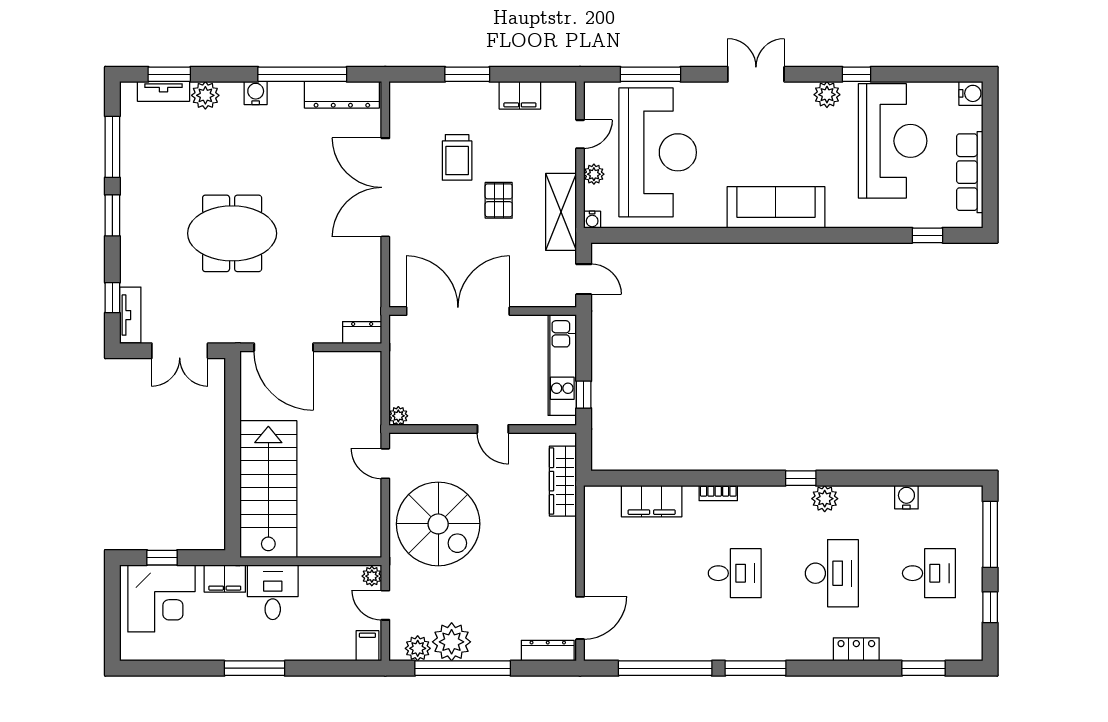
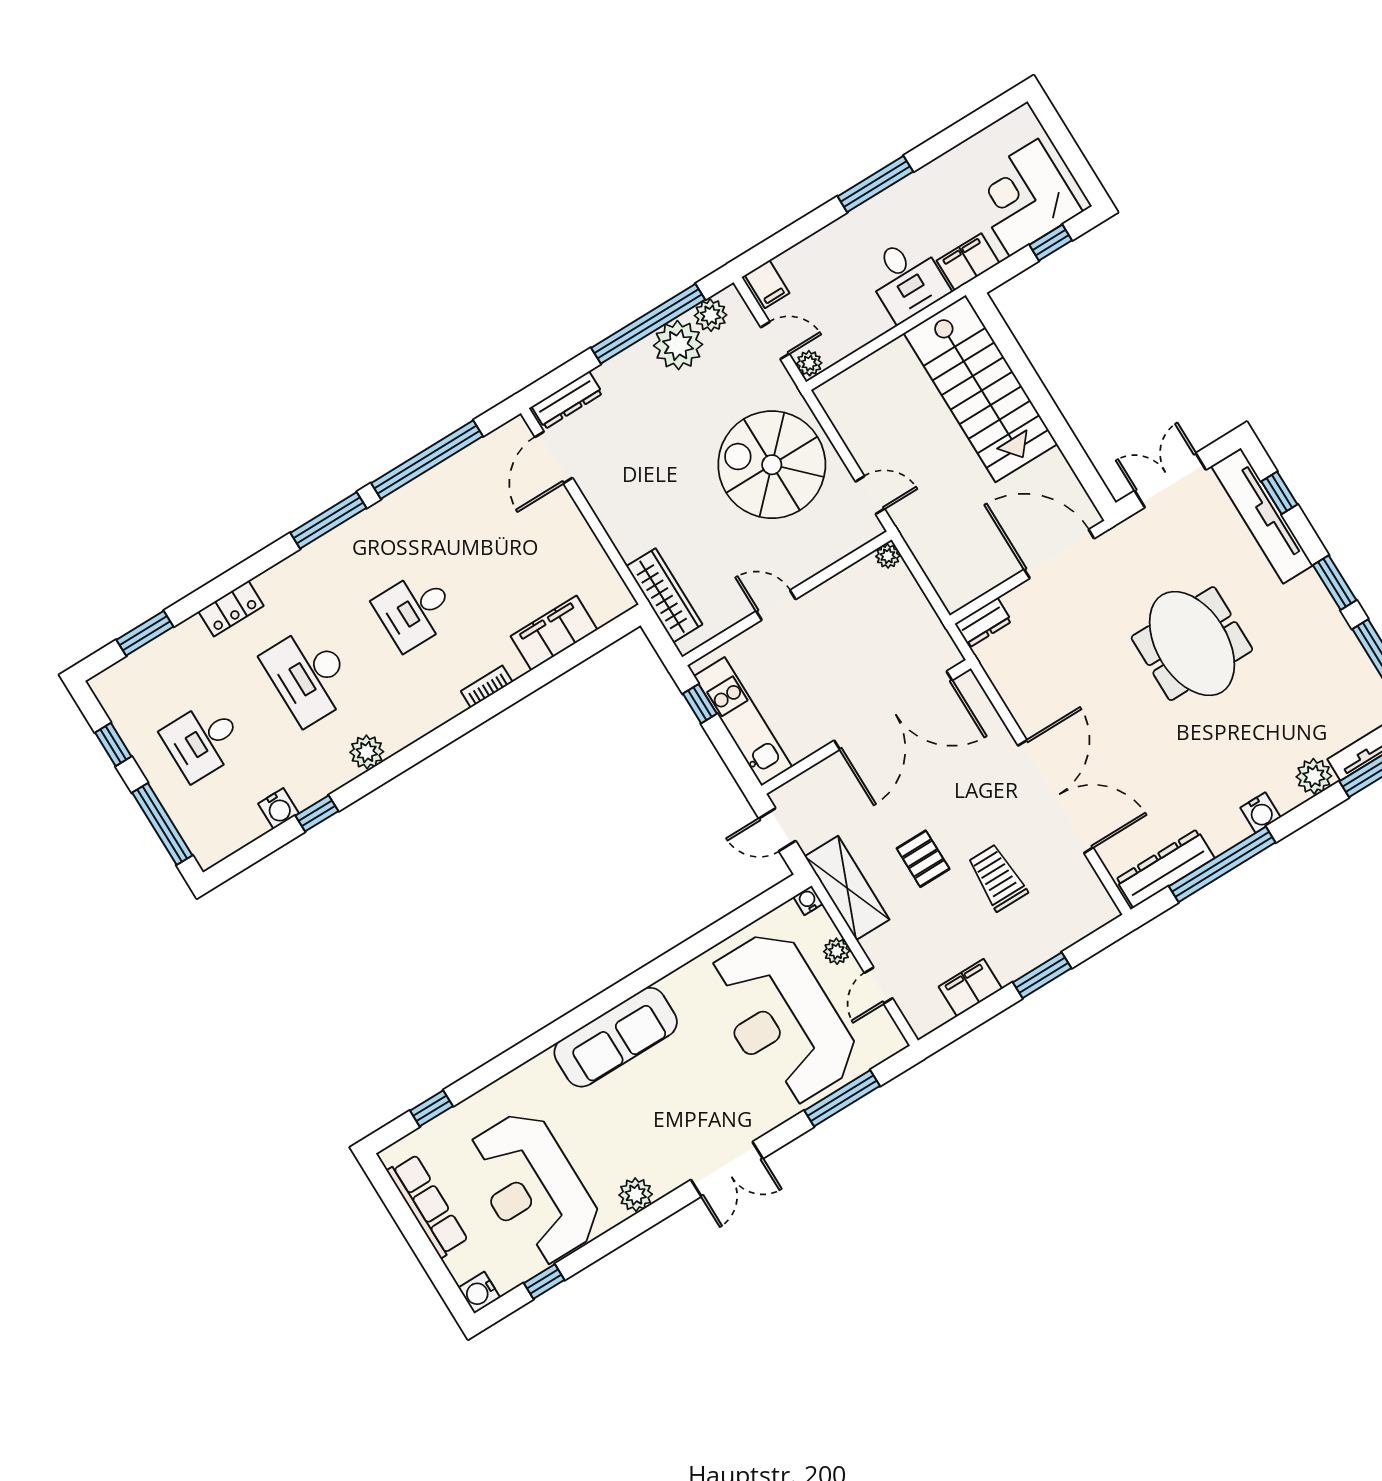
window: (857, 74) -> (544, 1282), moved
meeting table: (232, 233) -> (1192, 644), turned 90
tv unit: (130, 315) -> (1262, 516), width x1.92, depth x1.29
window: (801, 478) -> (317, 813), moved

